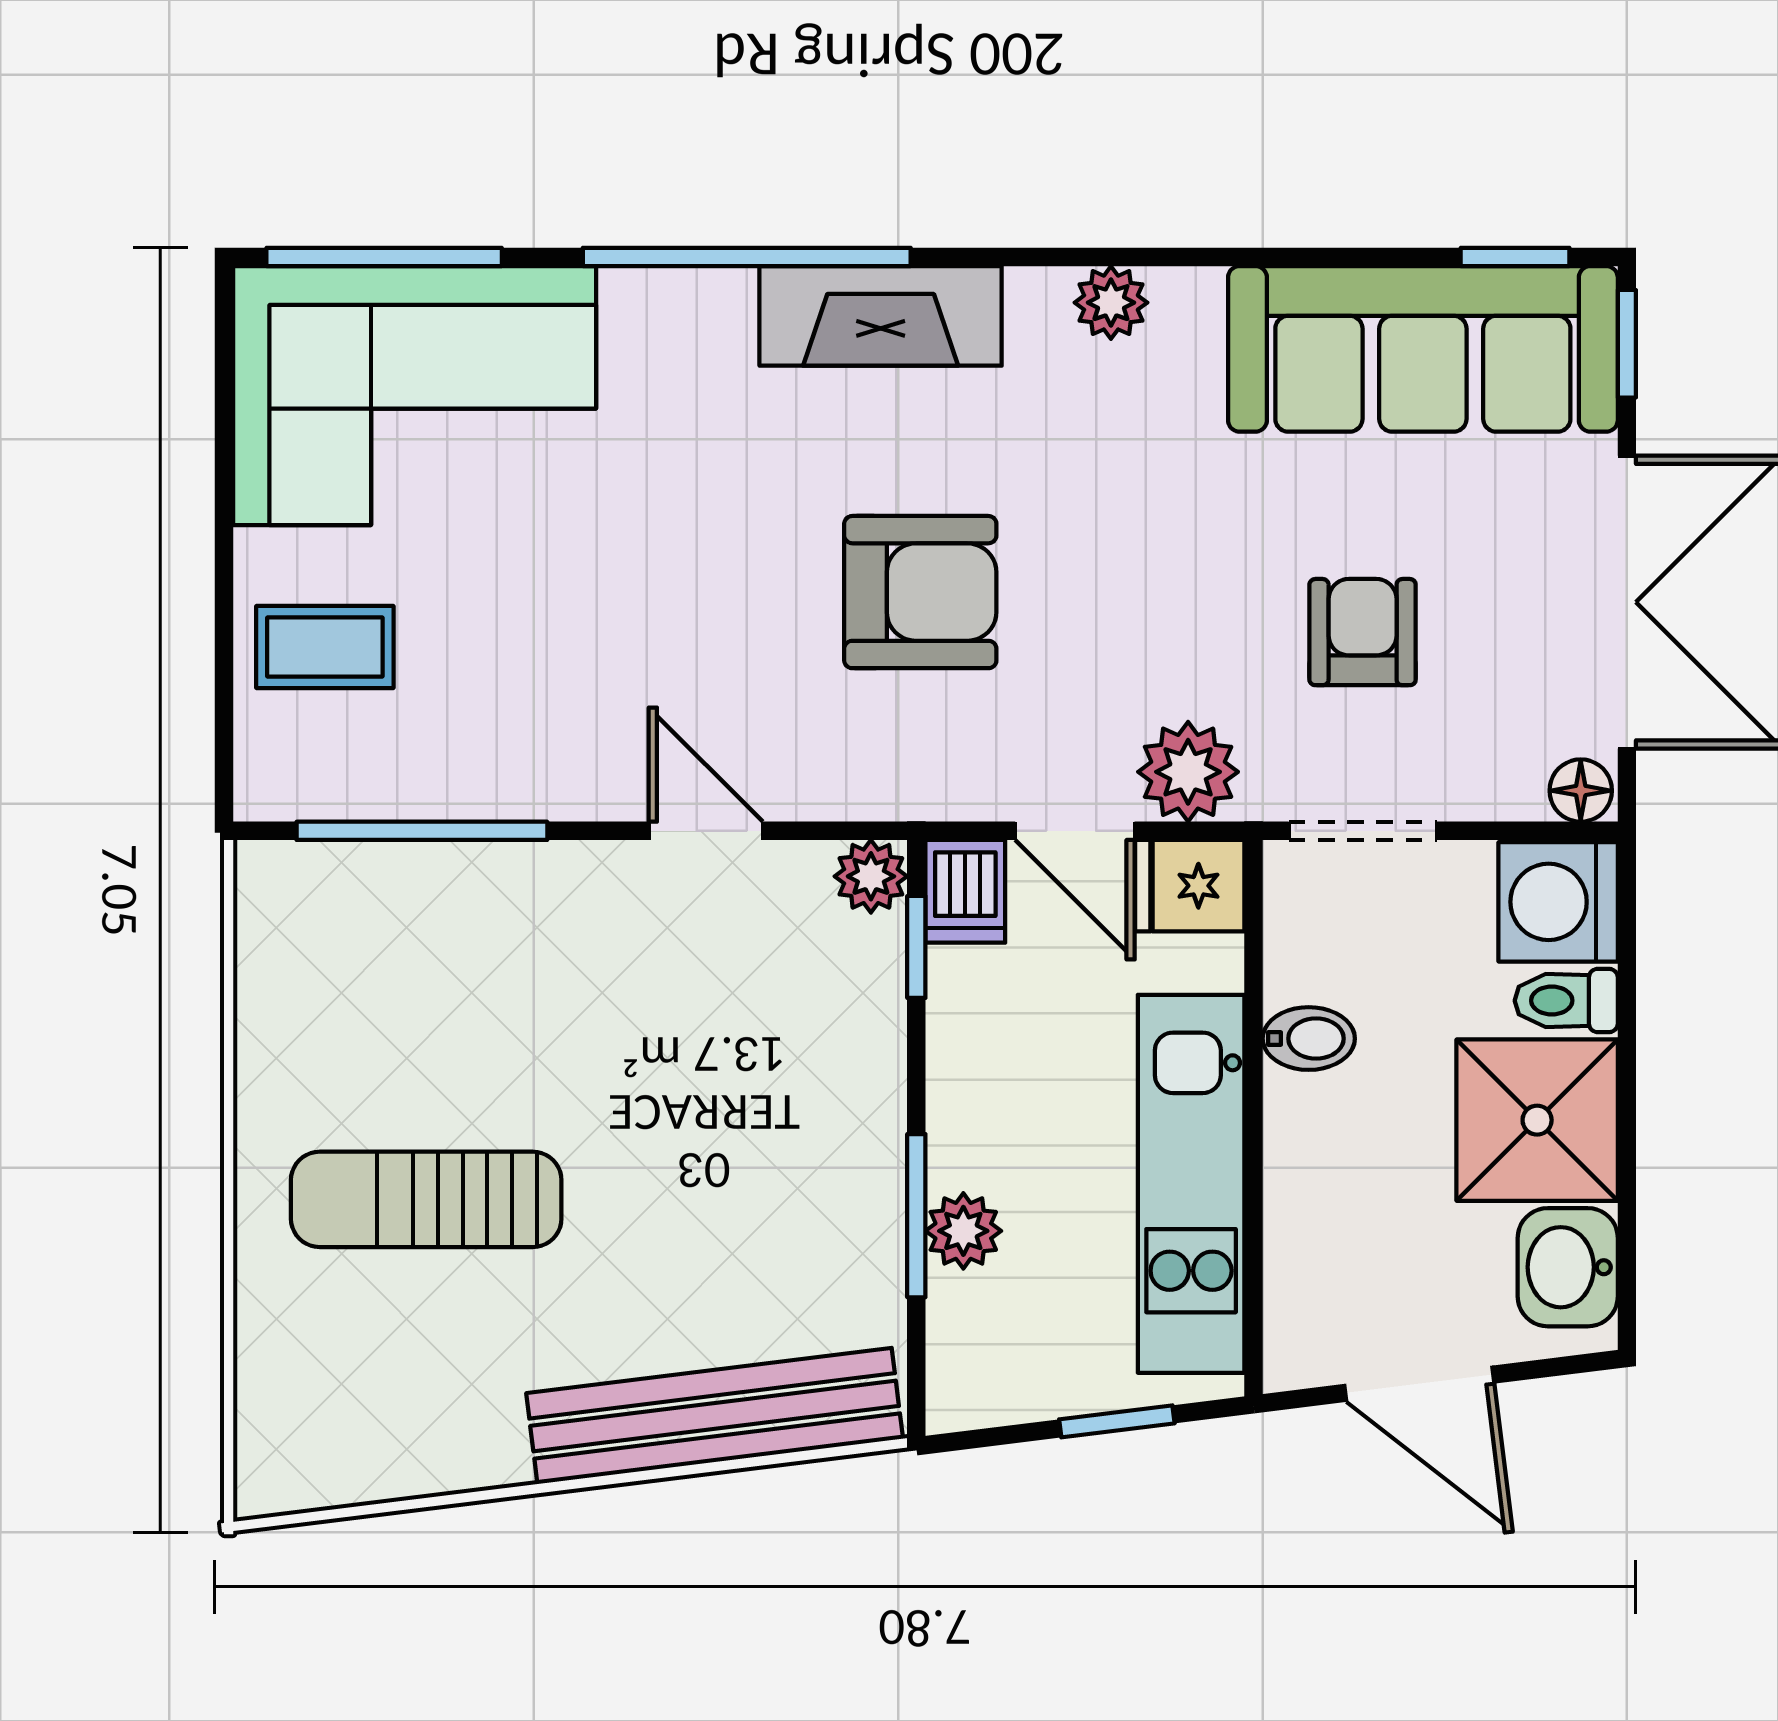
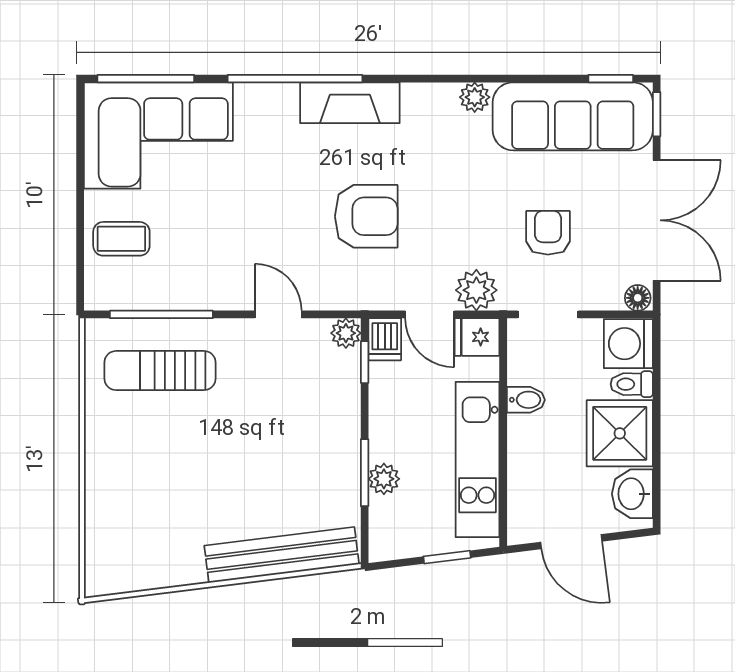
plant: (1111, 303) -> (475, 97), moved
sun lounger: (426, 1199) -> (160, 371), moved

